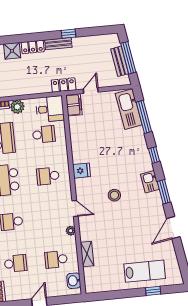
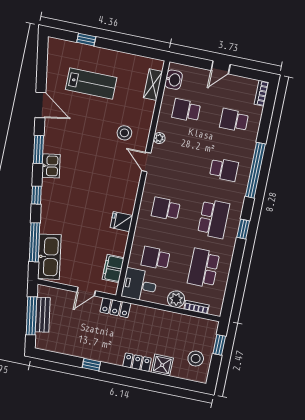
bench: (58, 44) -> (106, 357), removed
filing cabinet: (74, 105) -> (113, 268), moved
fridge: (82, 171) -> (121, 222), moved
school desk: (48, 176) -> (166, 209), turned 180
stool: (114, 195) -> (124, 133), moved
door: (173, 228) -> (40, 105), hinge flipped
shelving: (87, 254) -> (153, 85), moved
school desk: (56, 259) -> (186, 110), turned 180
lab bench: (145, 271) -> (91, 83), moved, turned 180

